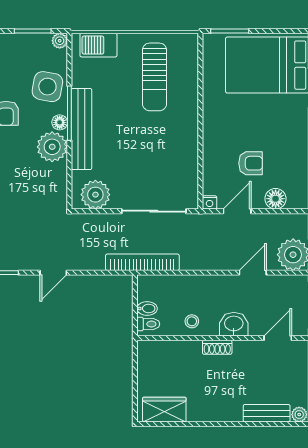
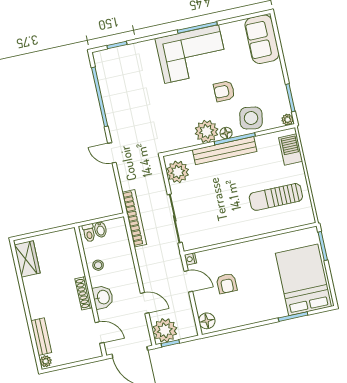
floor lamp: (276, 199) -> (207, 321), moved
shoe rack: (217, 347) -> (84, 293), width x1.43

